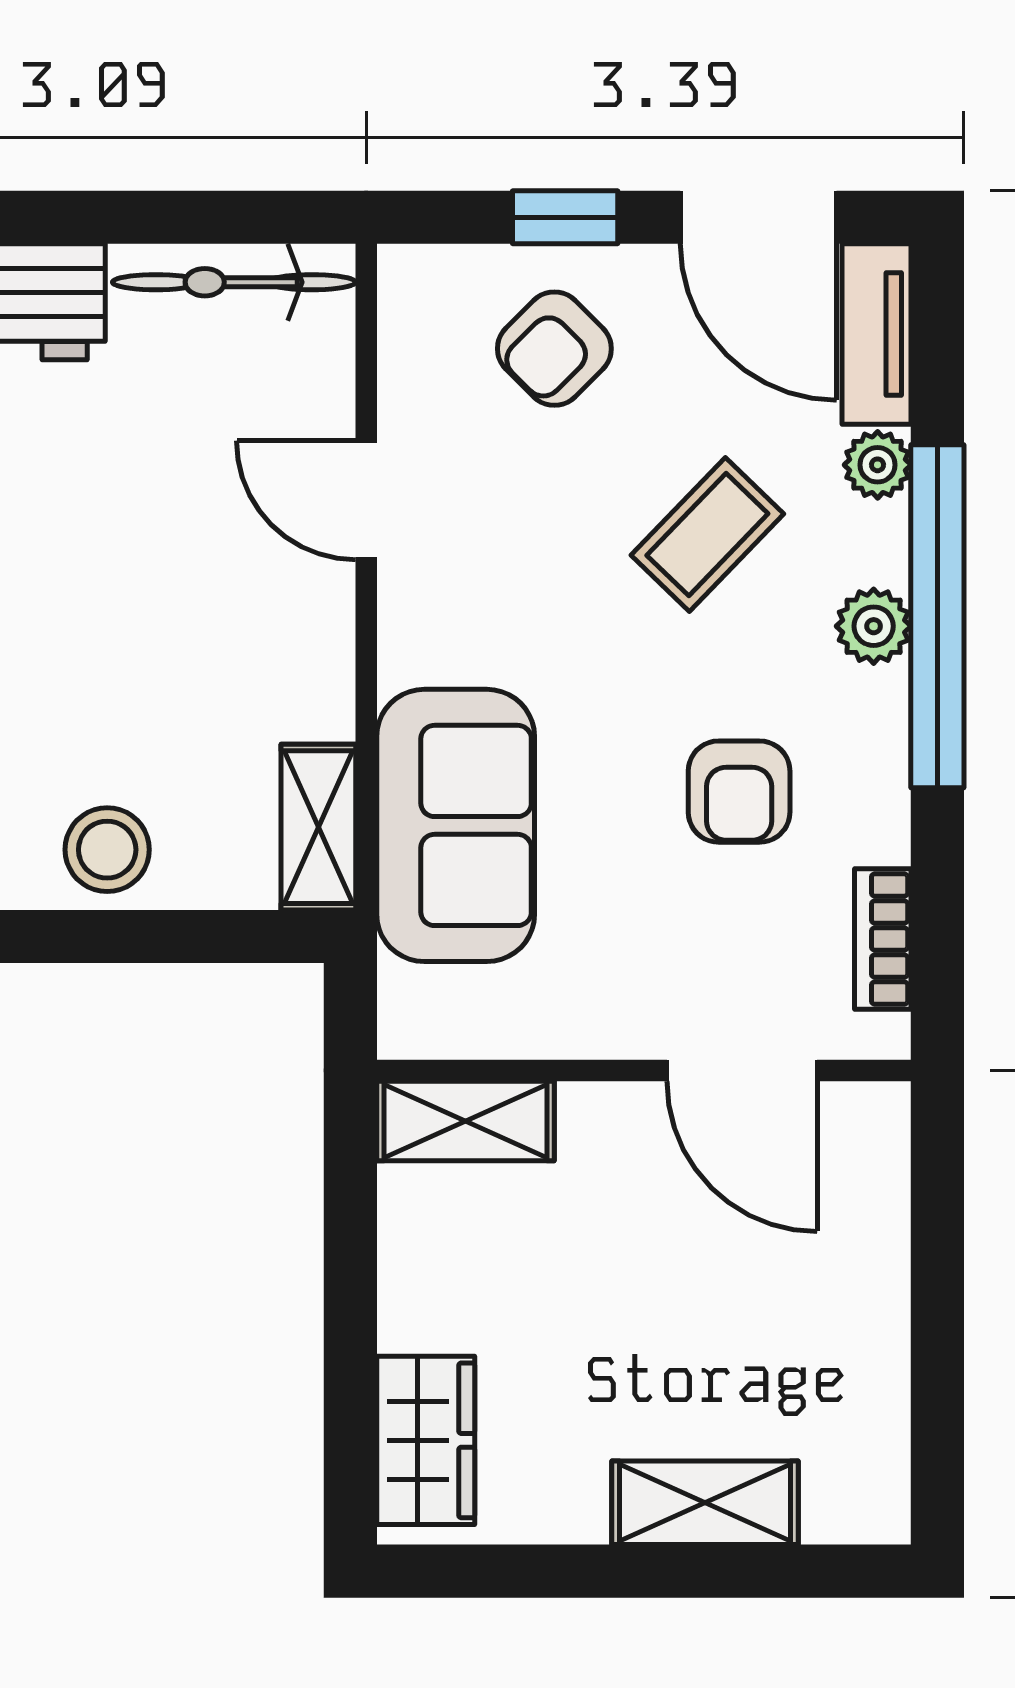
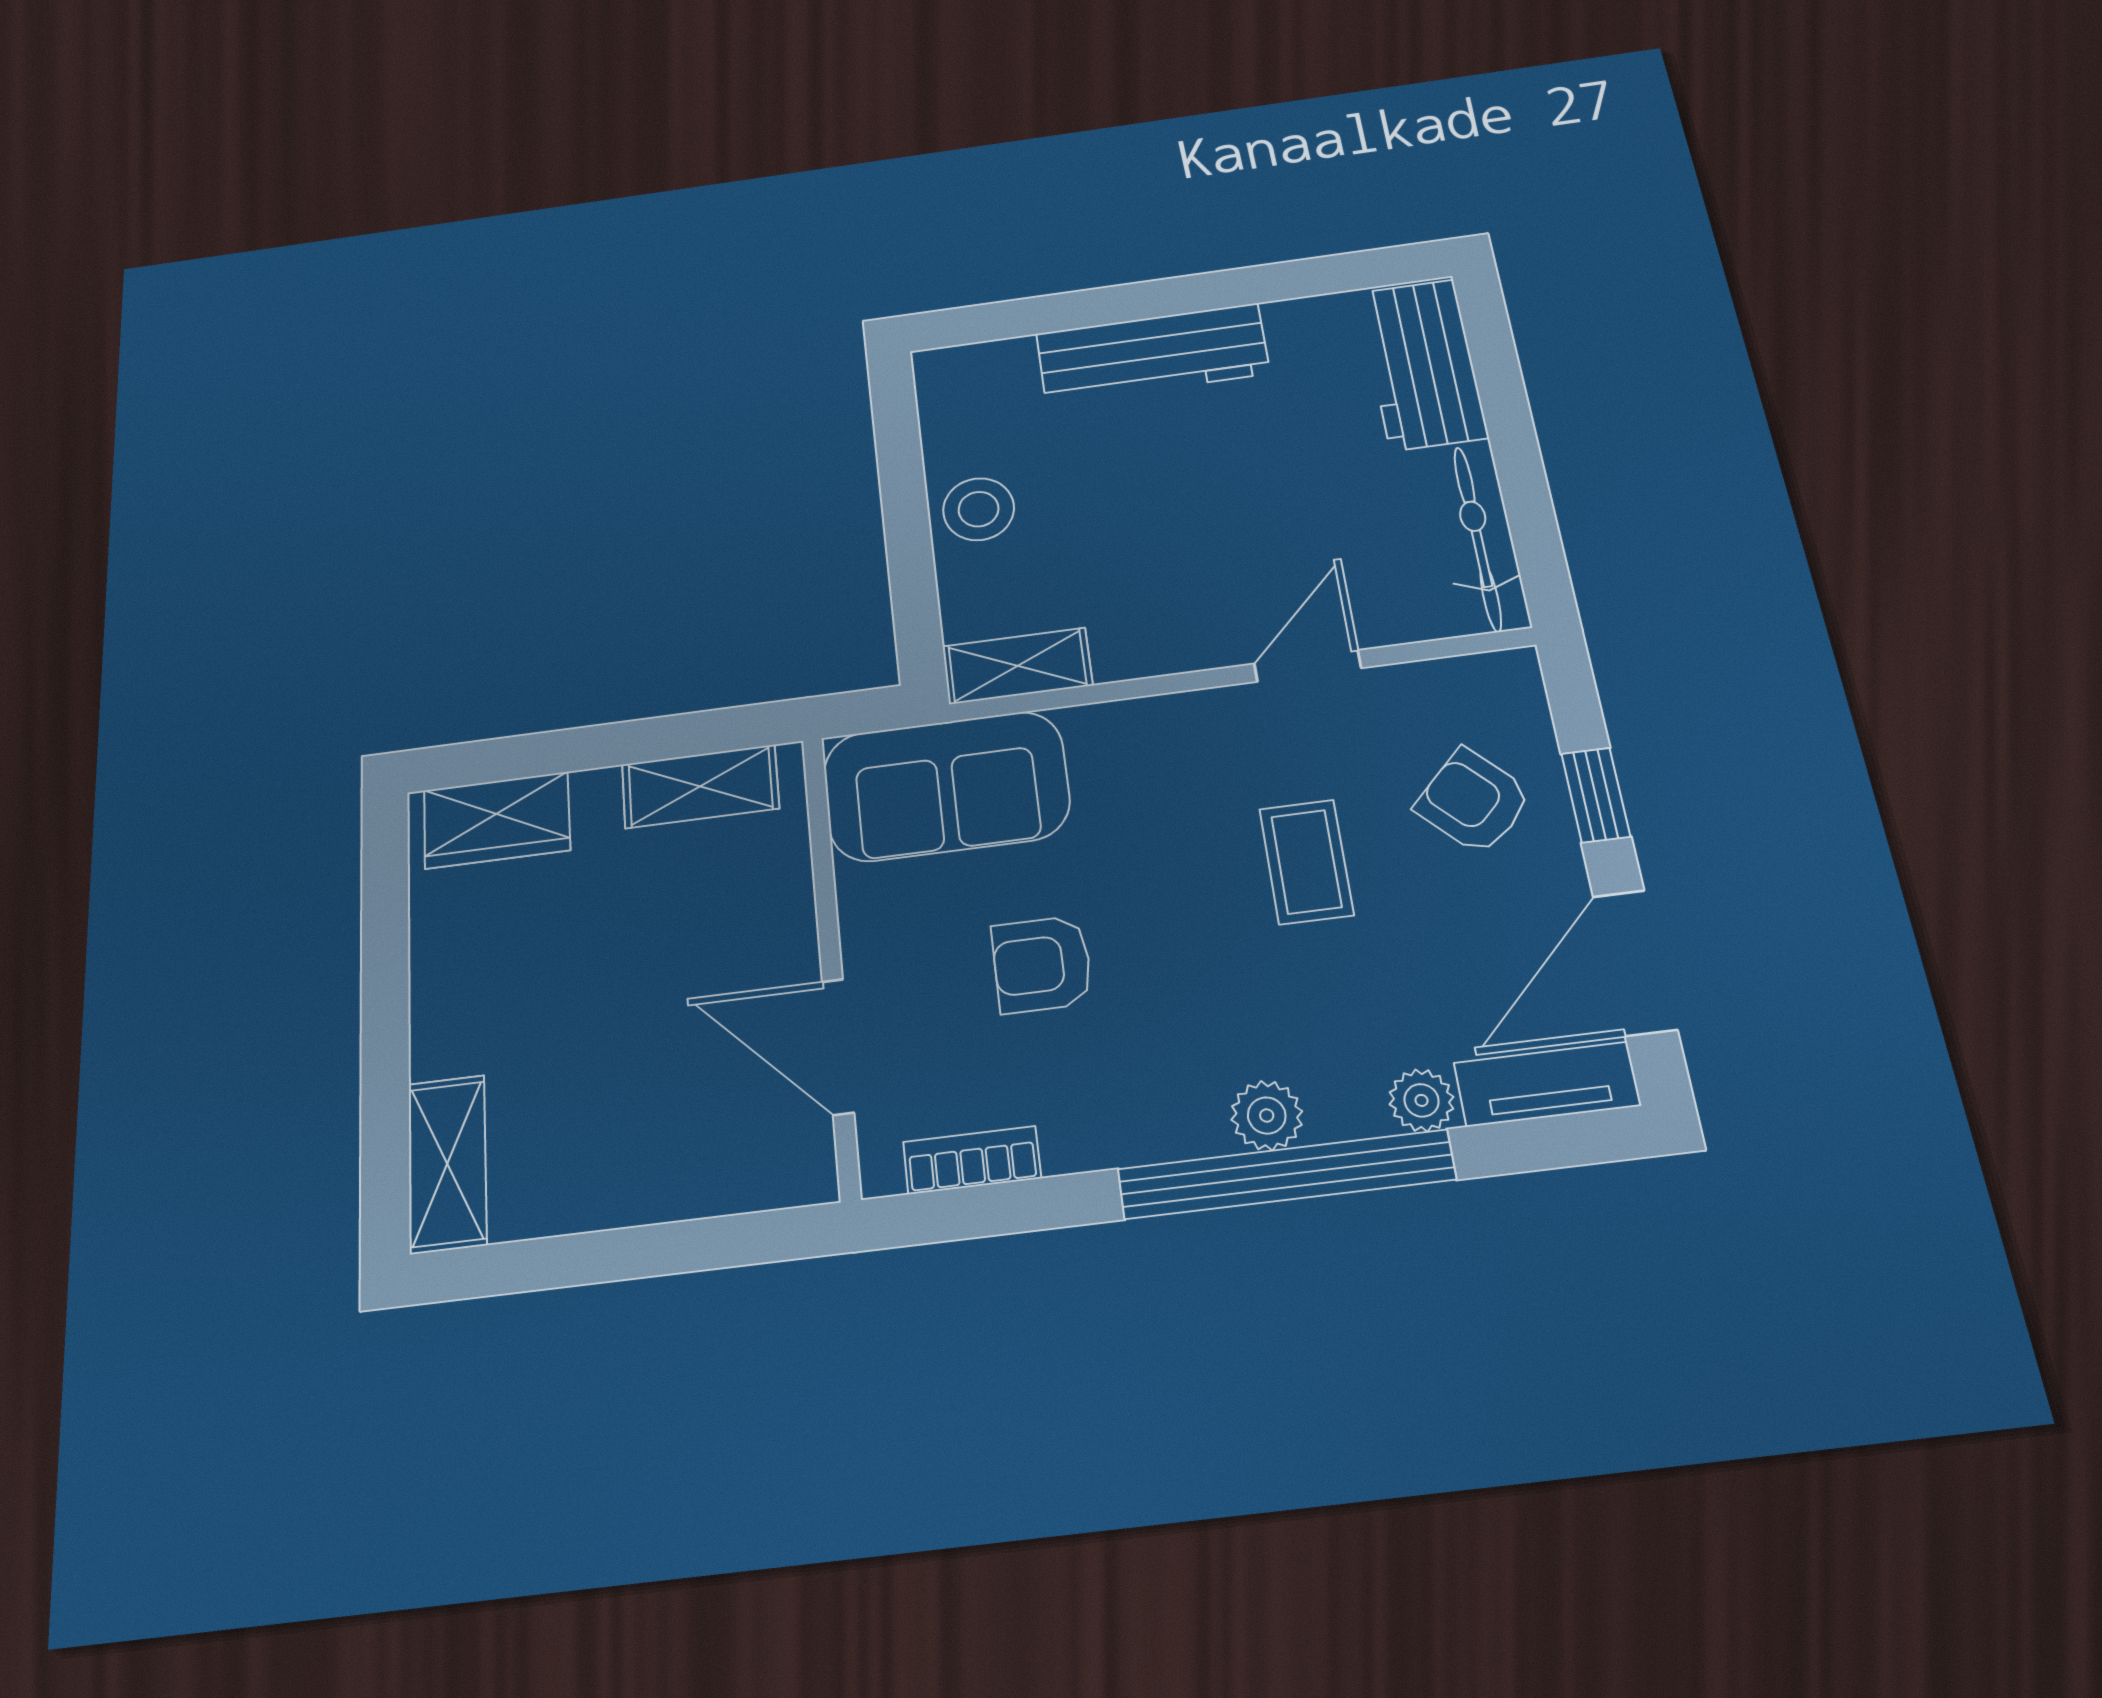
coffee table: (707, 535) -> (1306, 862), moved, turned 46
armchair: (739, 792) -> (1042, 964), moved
sofa: (456, 825) -> (946, 786), moved
door: (742, 1070) -> (838, 1047), hinge flipped
shelving: (465, 1121) -> (700, 786), moved, turned 90
shelving: (705, 1503) -> (447, 1164), moved

